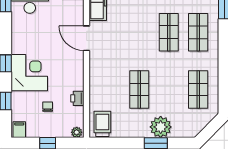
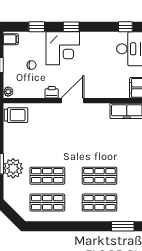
door: (87, 38) -> (73, 101), moved
shop shelf: (139, 89) -> (47, 176), moved
printer: (77, 98) -> (52, 92), moved

